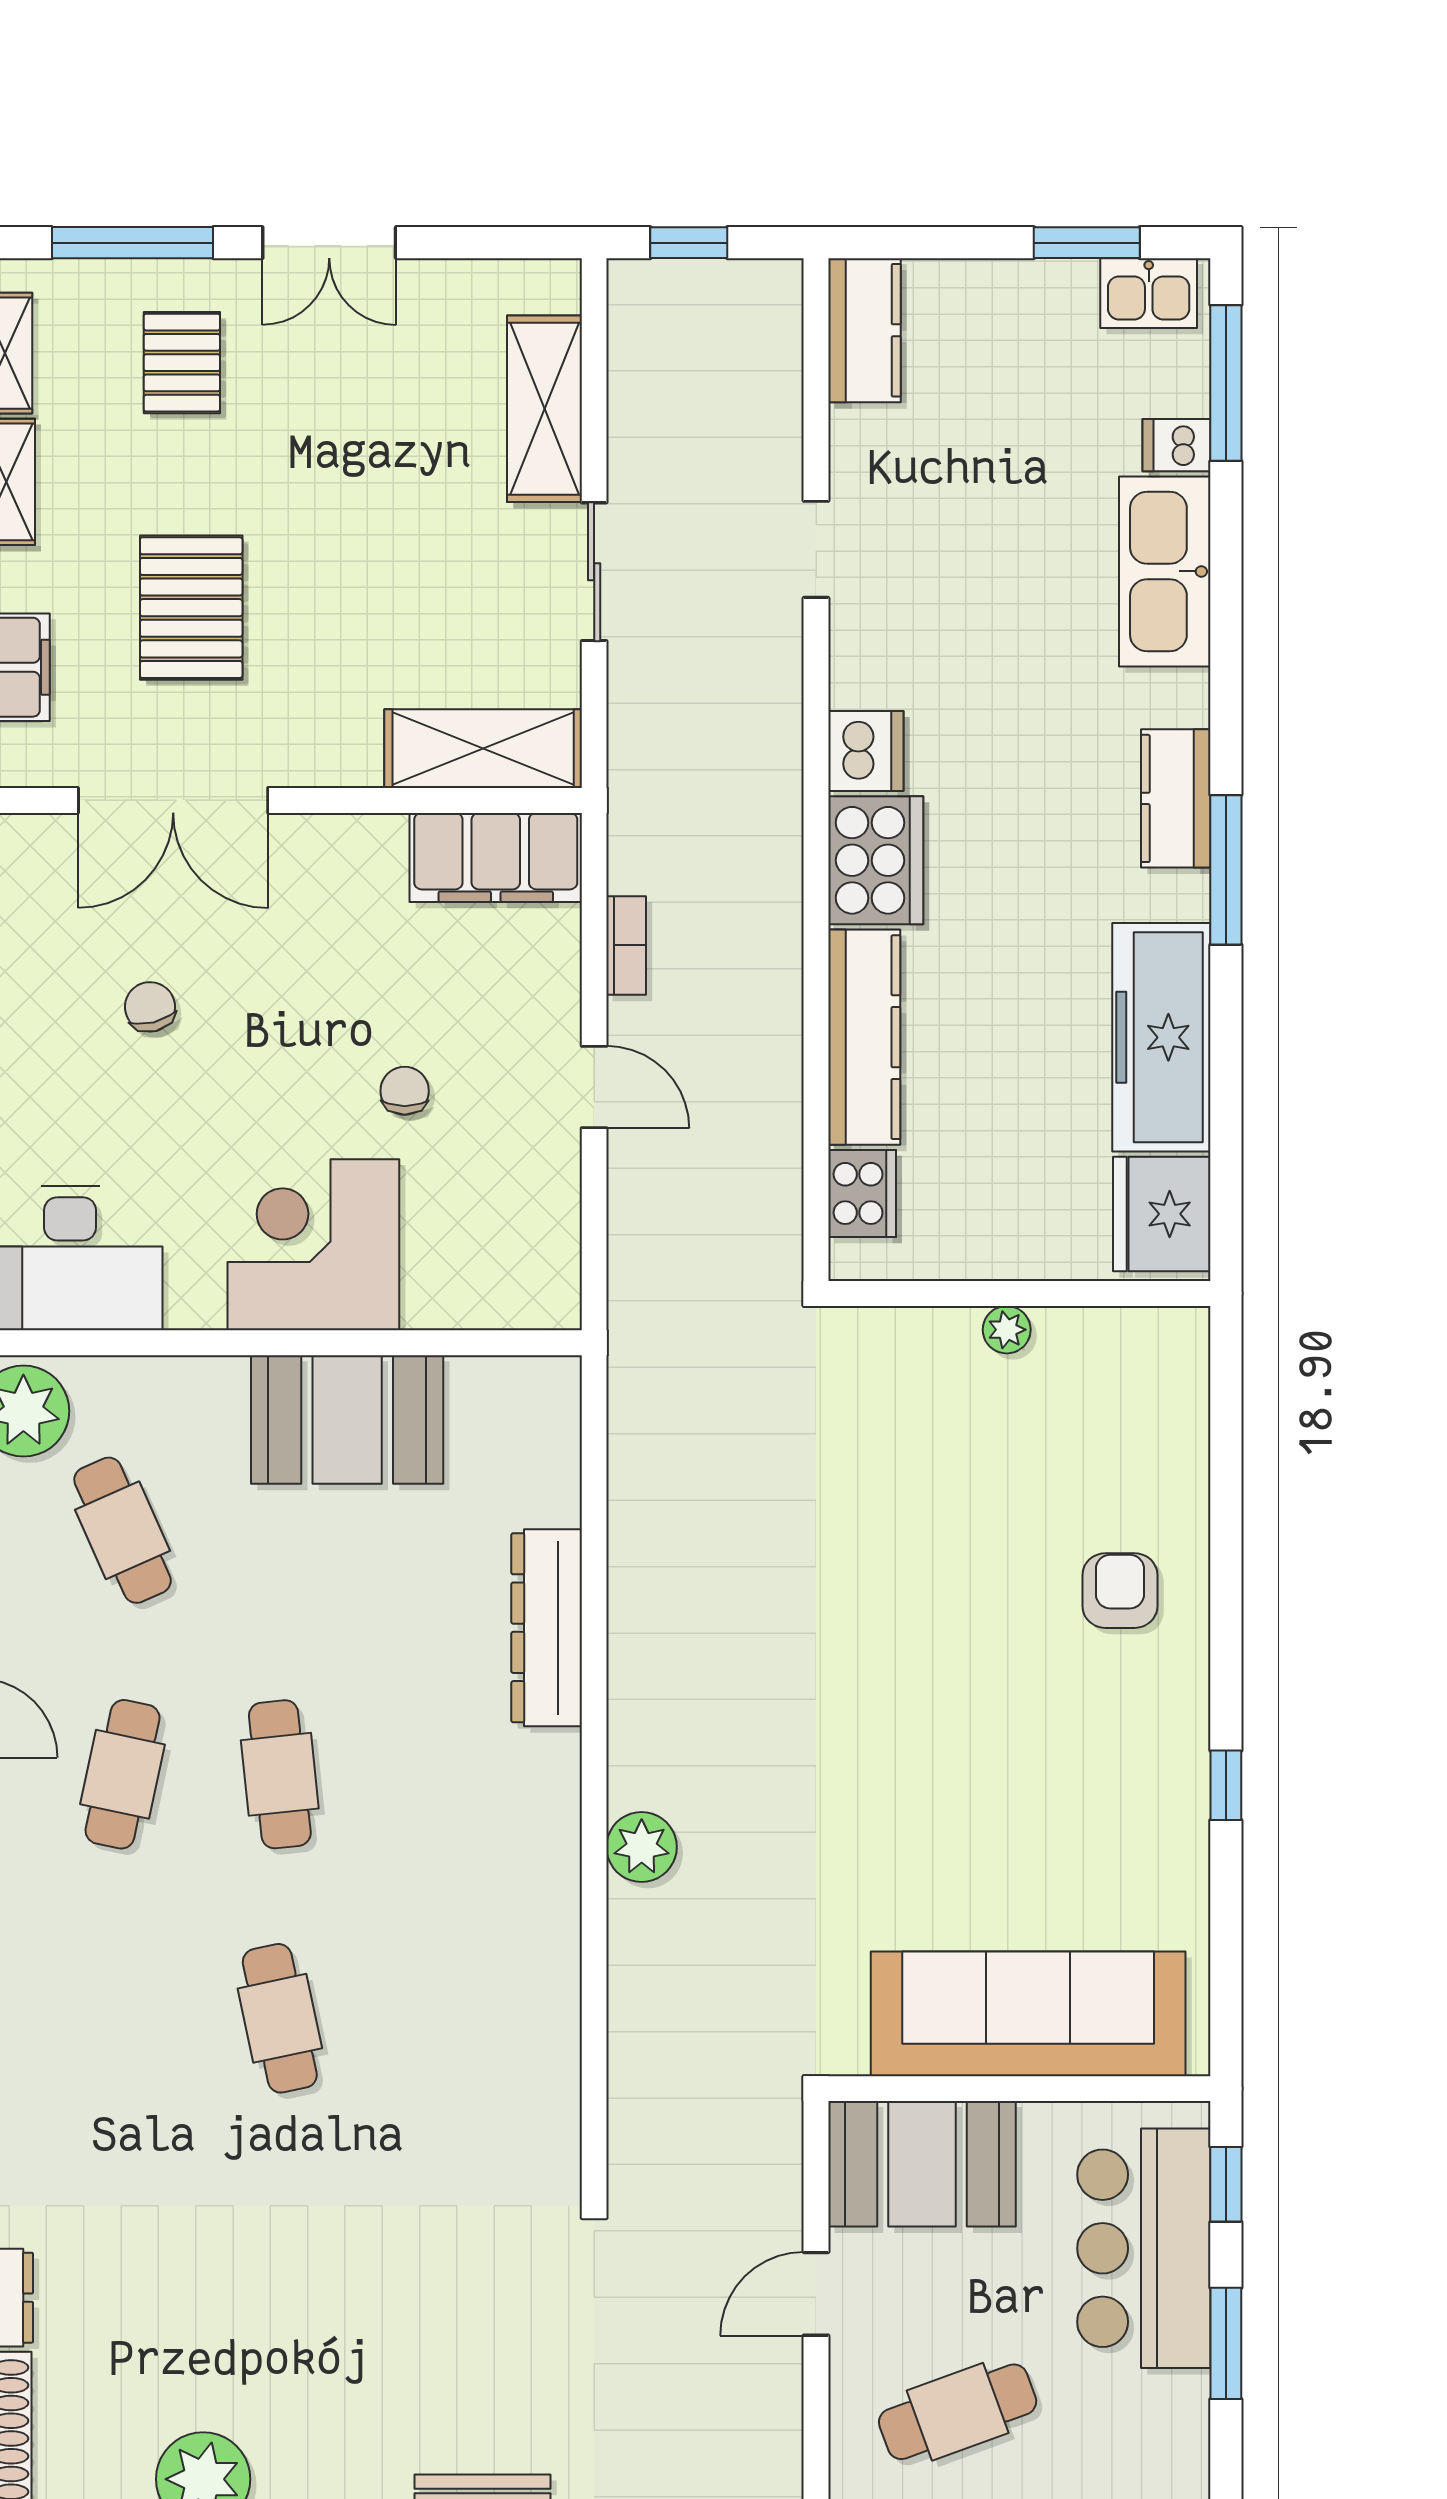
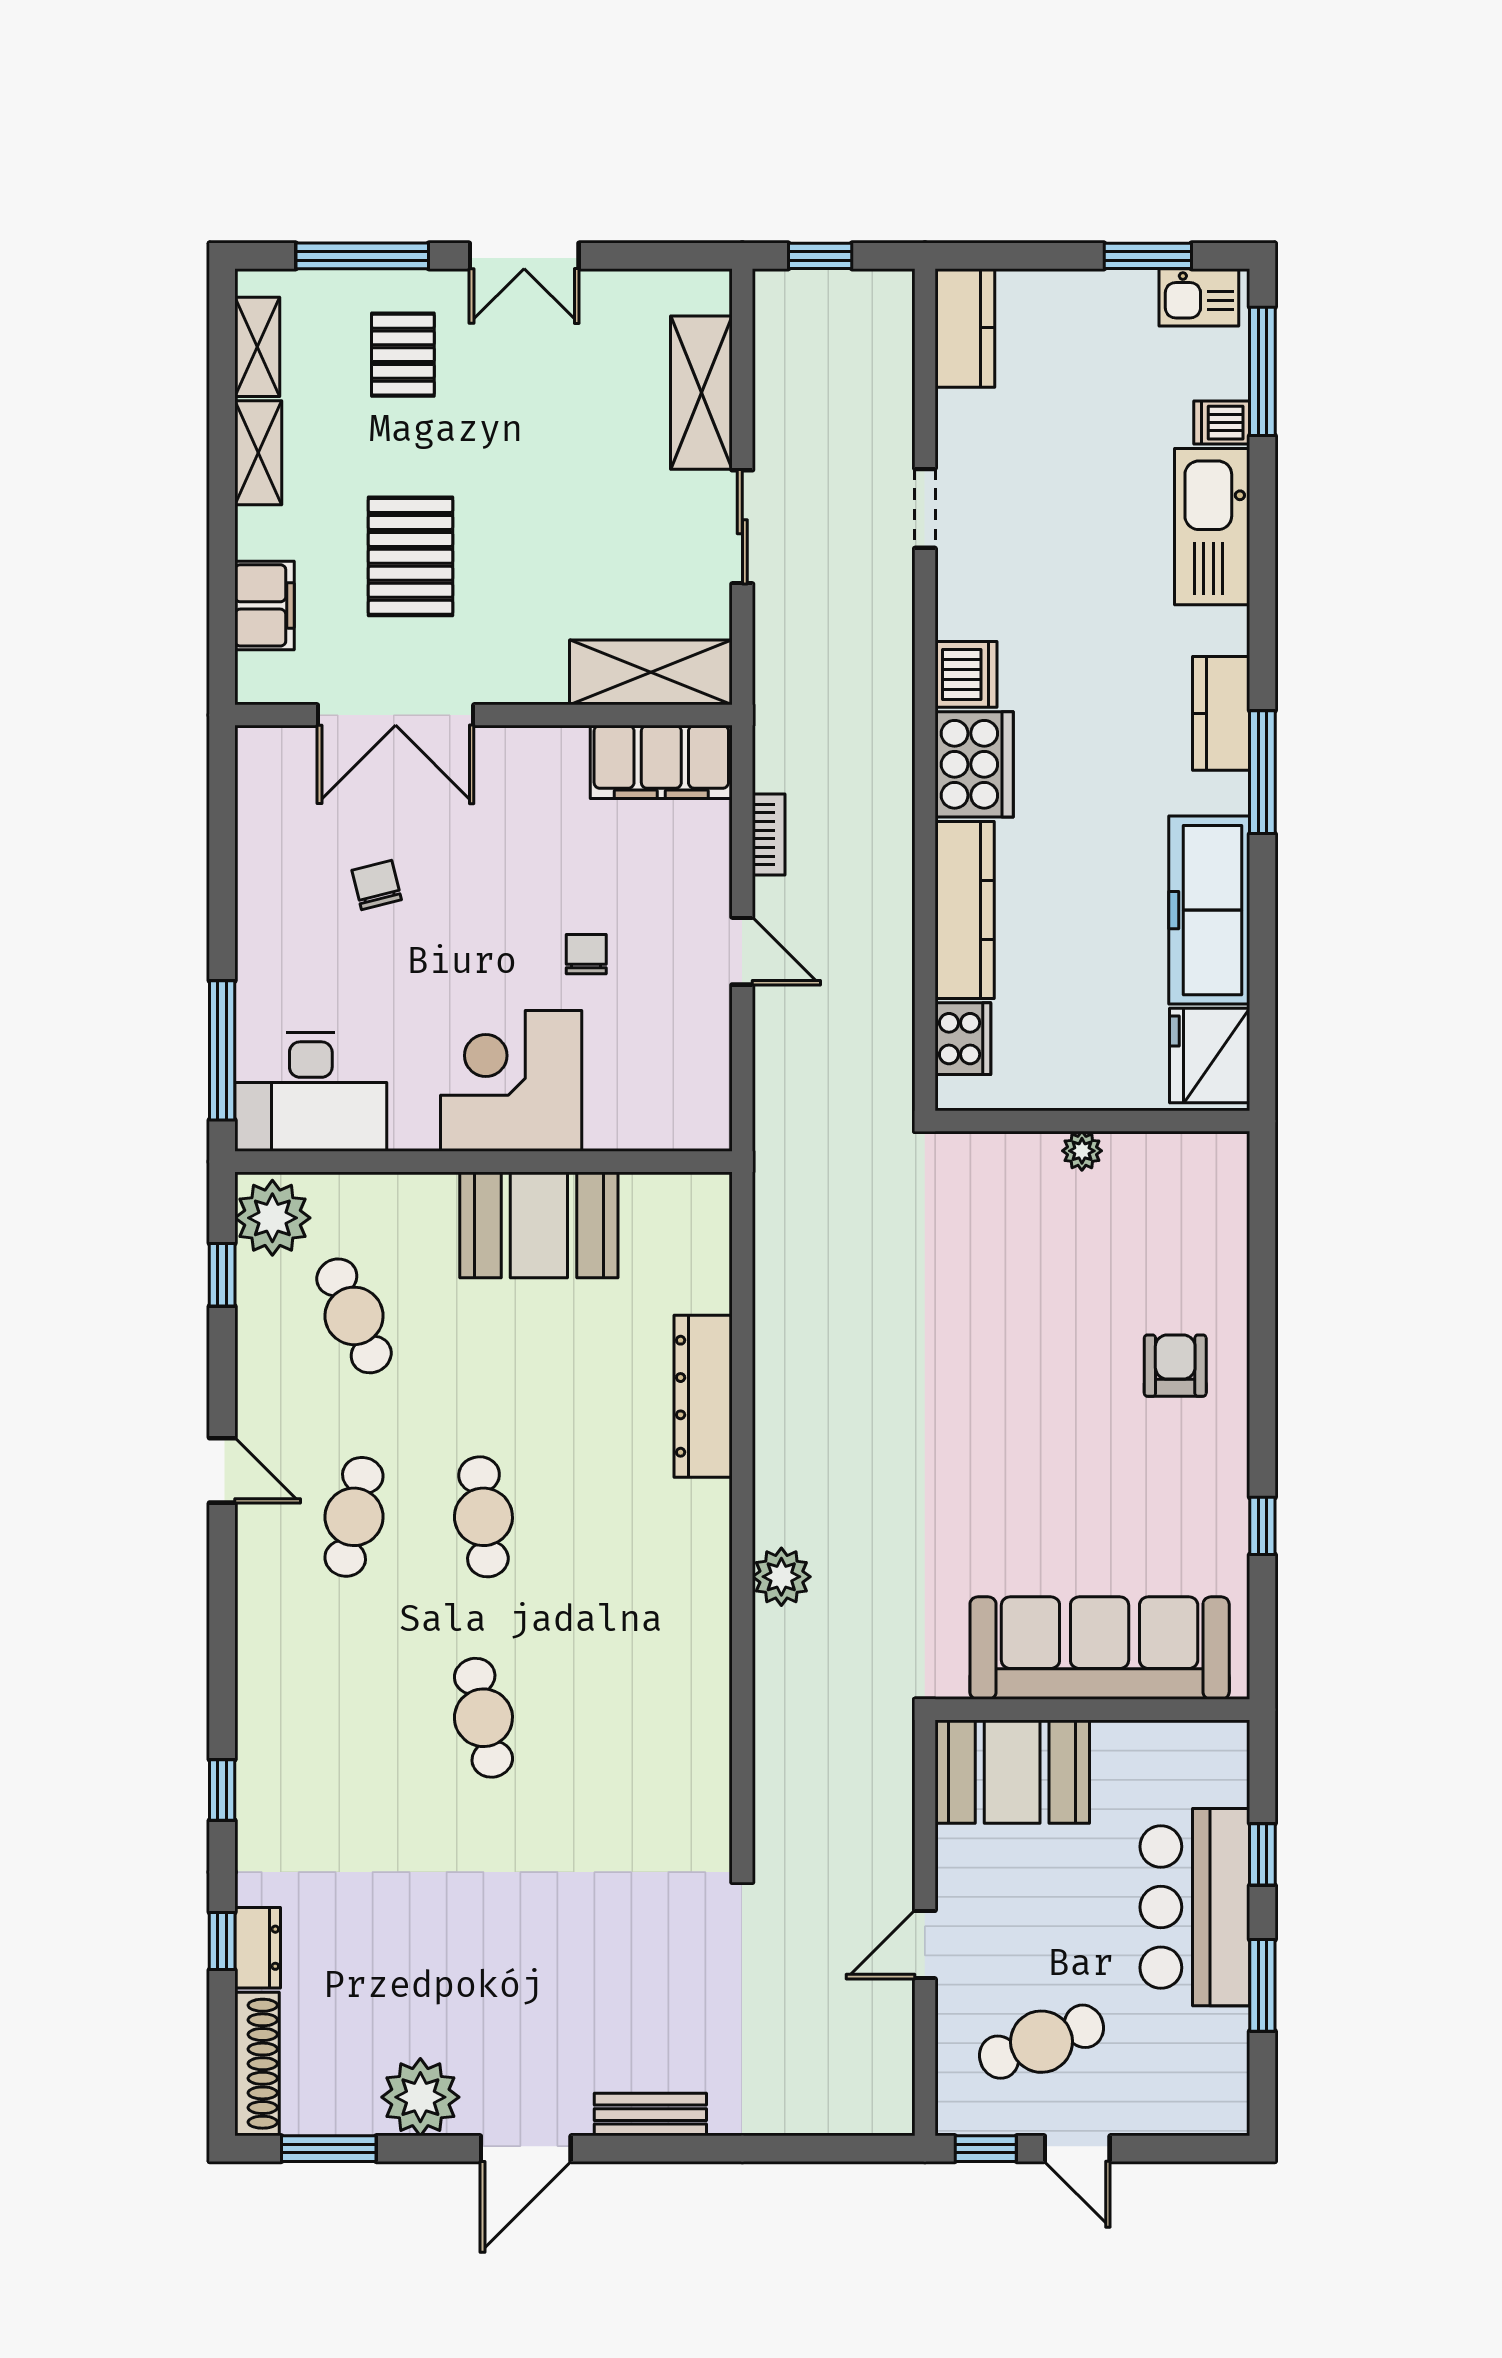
sofa: (1028, 2014) -> (1100, 1648), moved
wall: (1019, 2089) -> (1092, 1710), moved
booth: (922, 2164) -> (1012, 1772), moved

